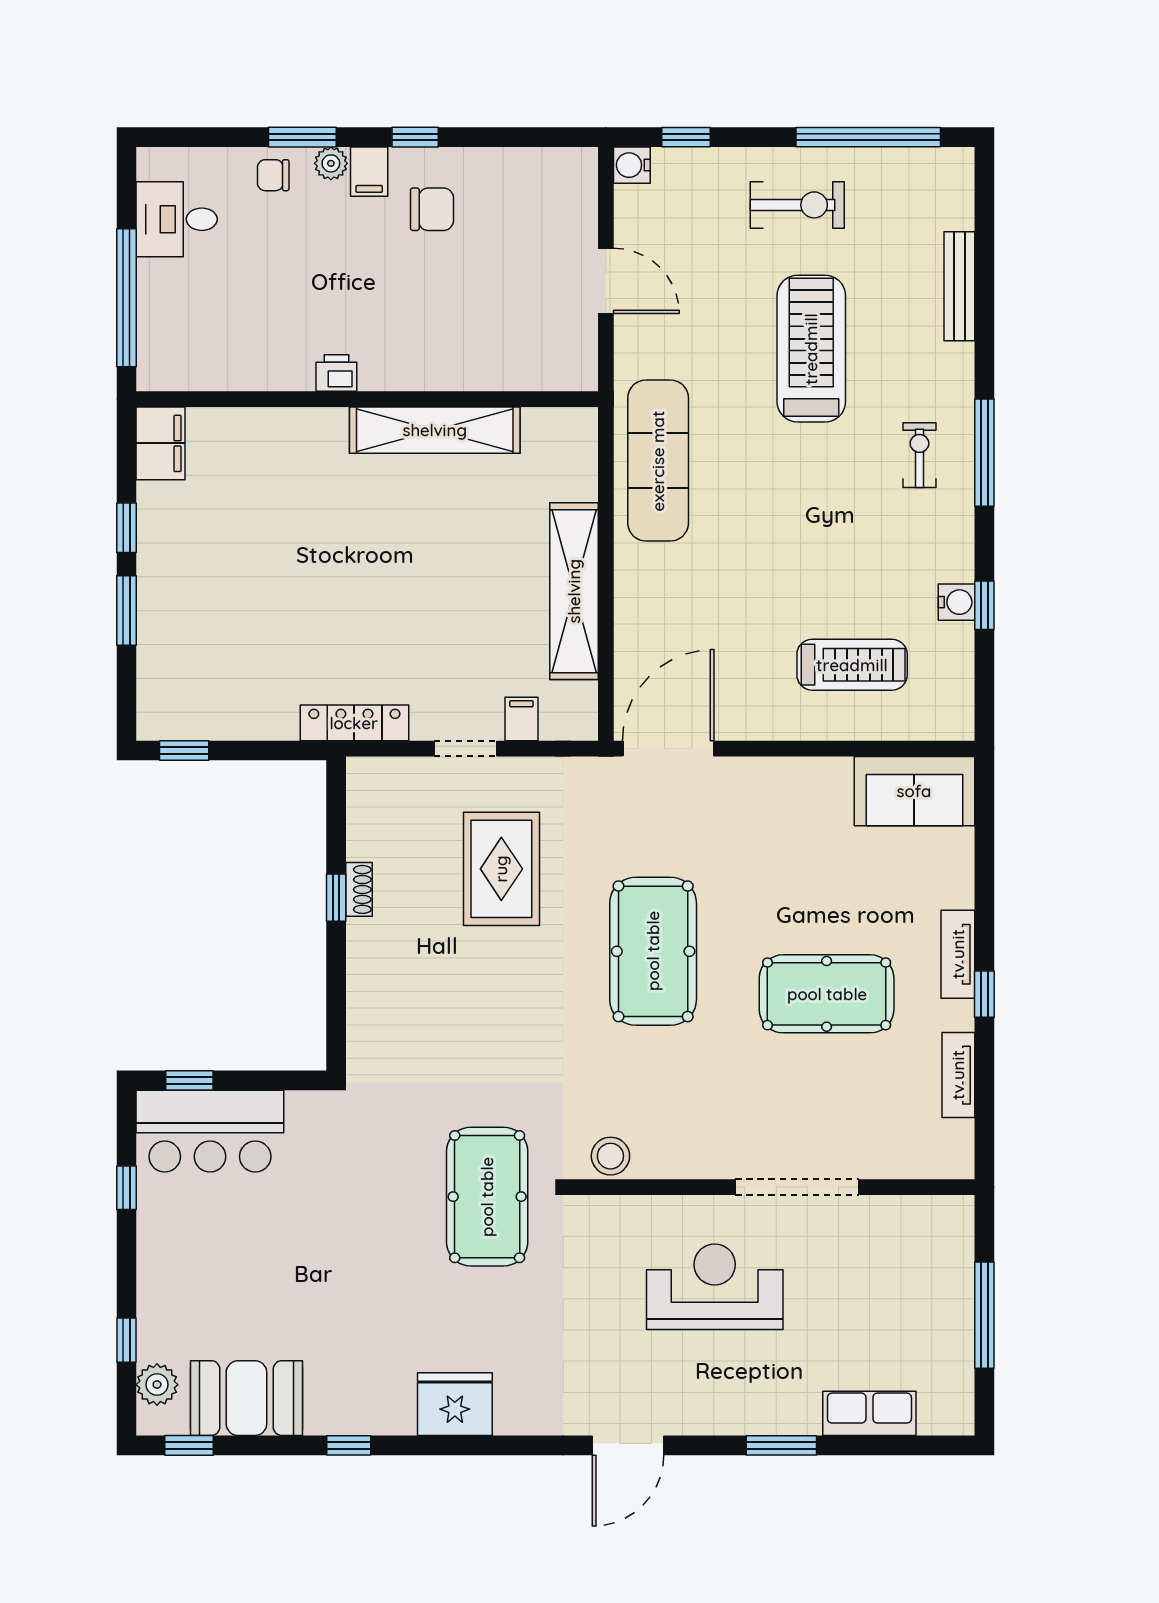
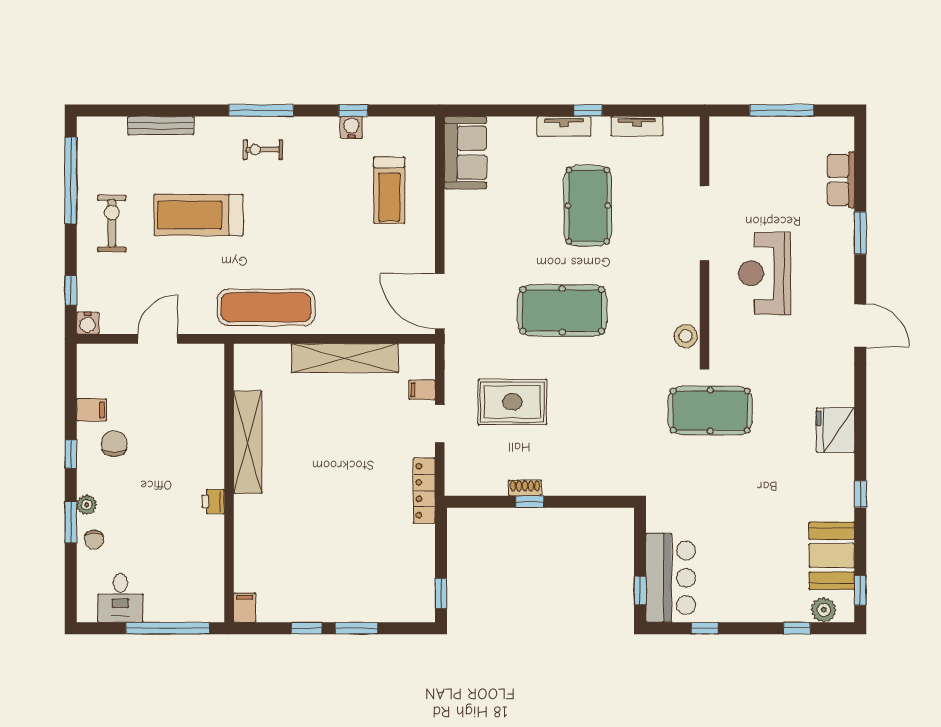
filing cabinet: (369, 172) -> (92, 410), moved
filing cabinet: (161, 443) -> (245, 608), width x0.50
treadmill: (852, 665) -> (389, 190), turned 180

